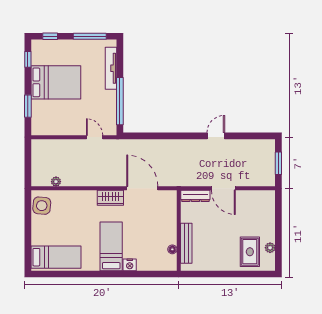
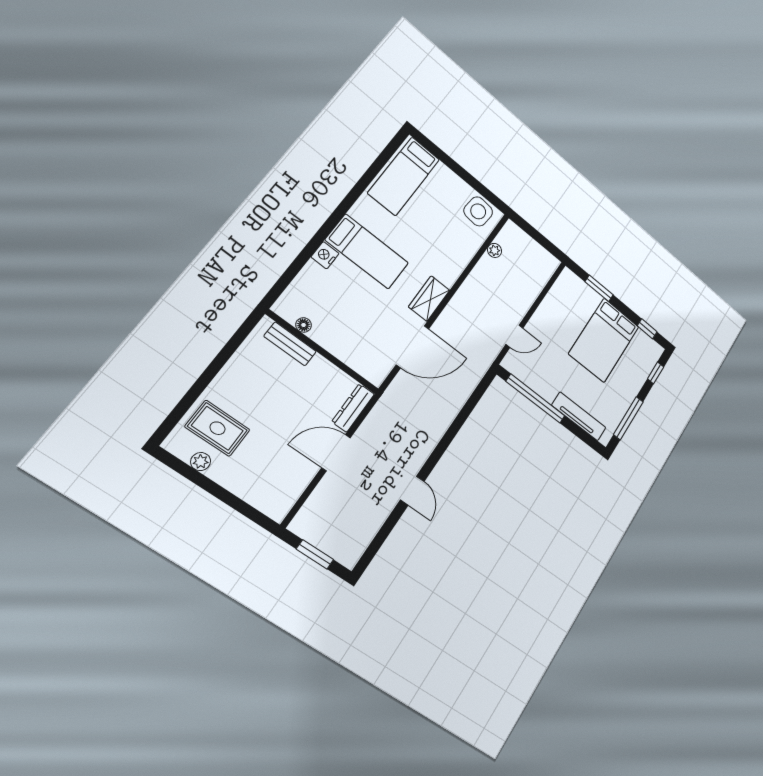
bench: (186, 243) -> (290, 344), width x0.73

